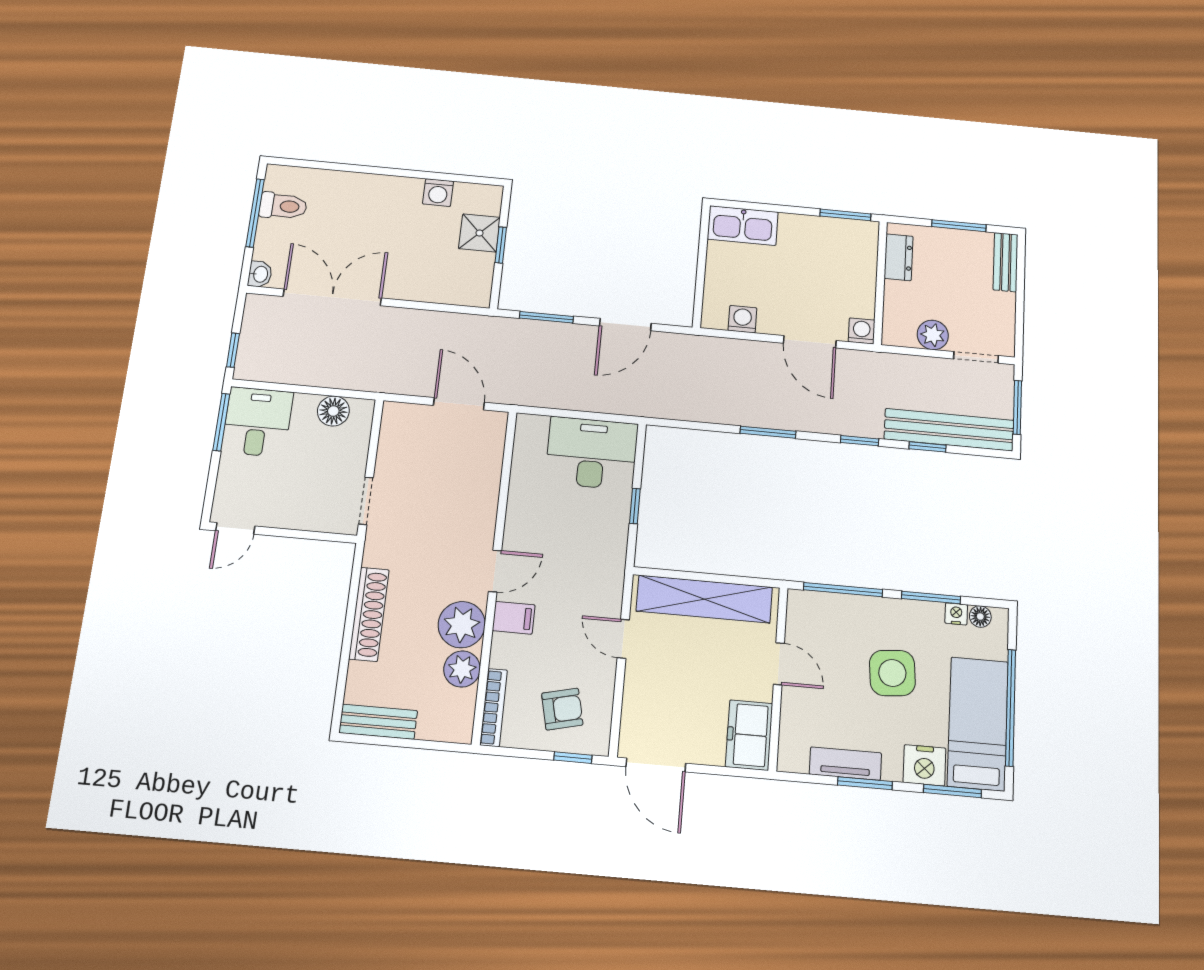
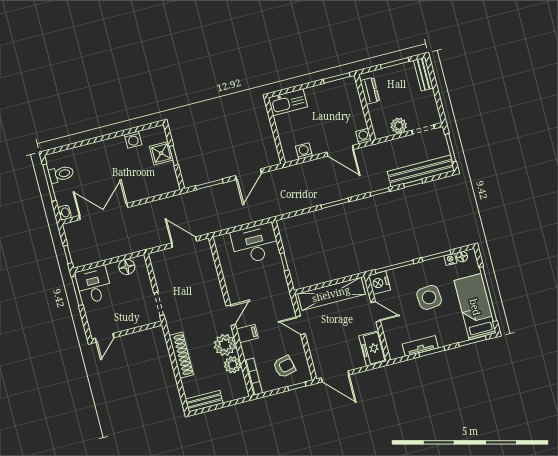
nightstand: (924, 765) -> (379, 283), moved, turned 90

